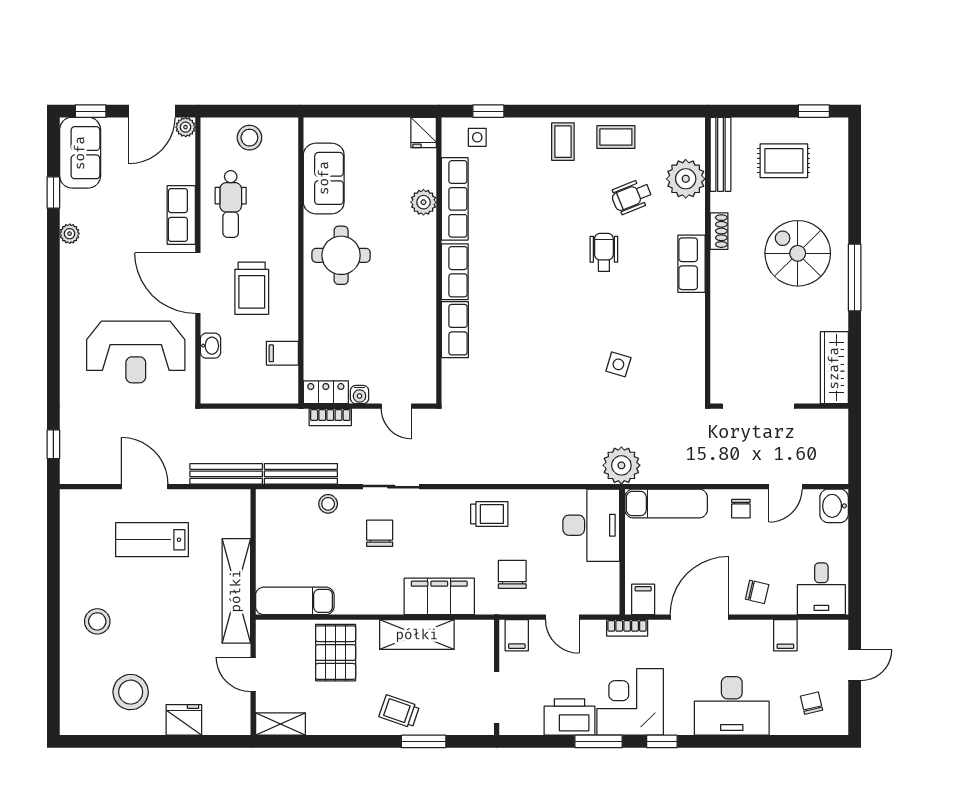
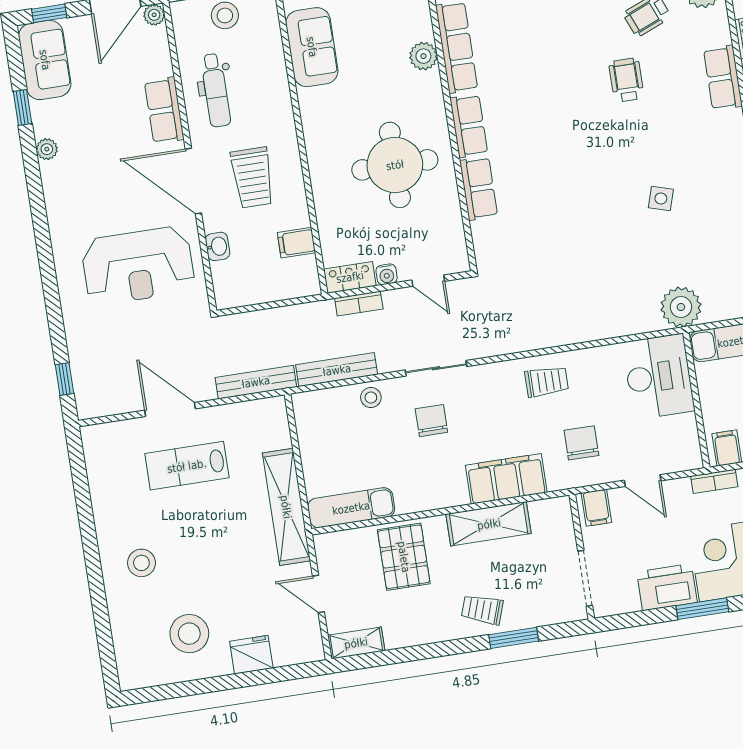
round table: (341, 255) -> (395, 165), moved, width x1.36, depth x1.36

